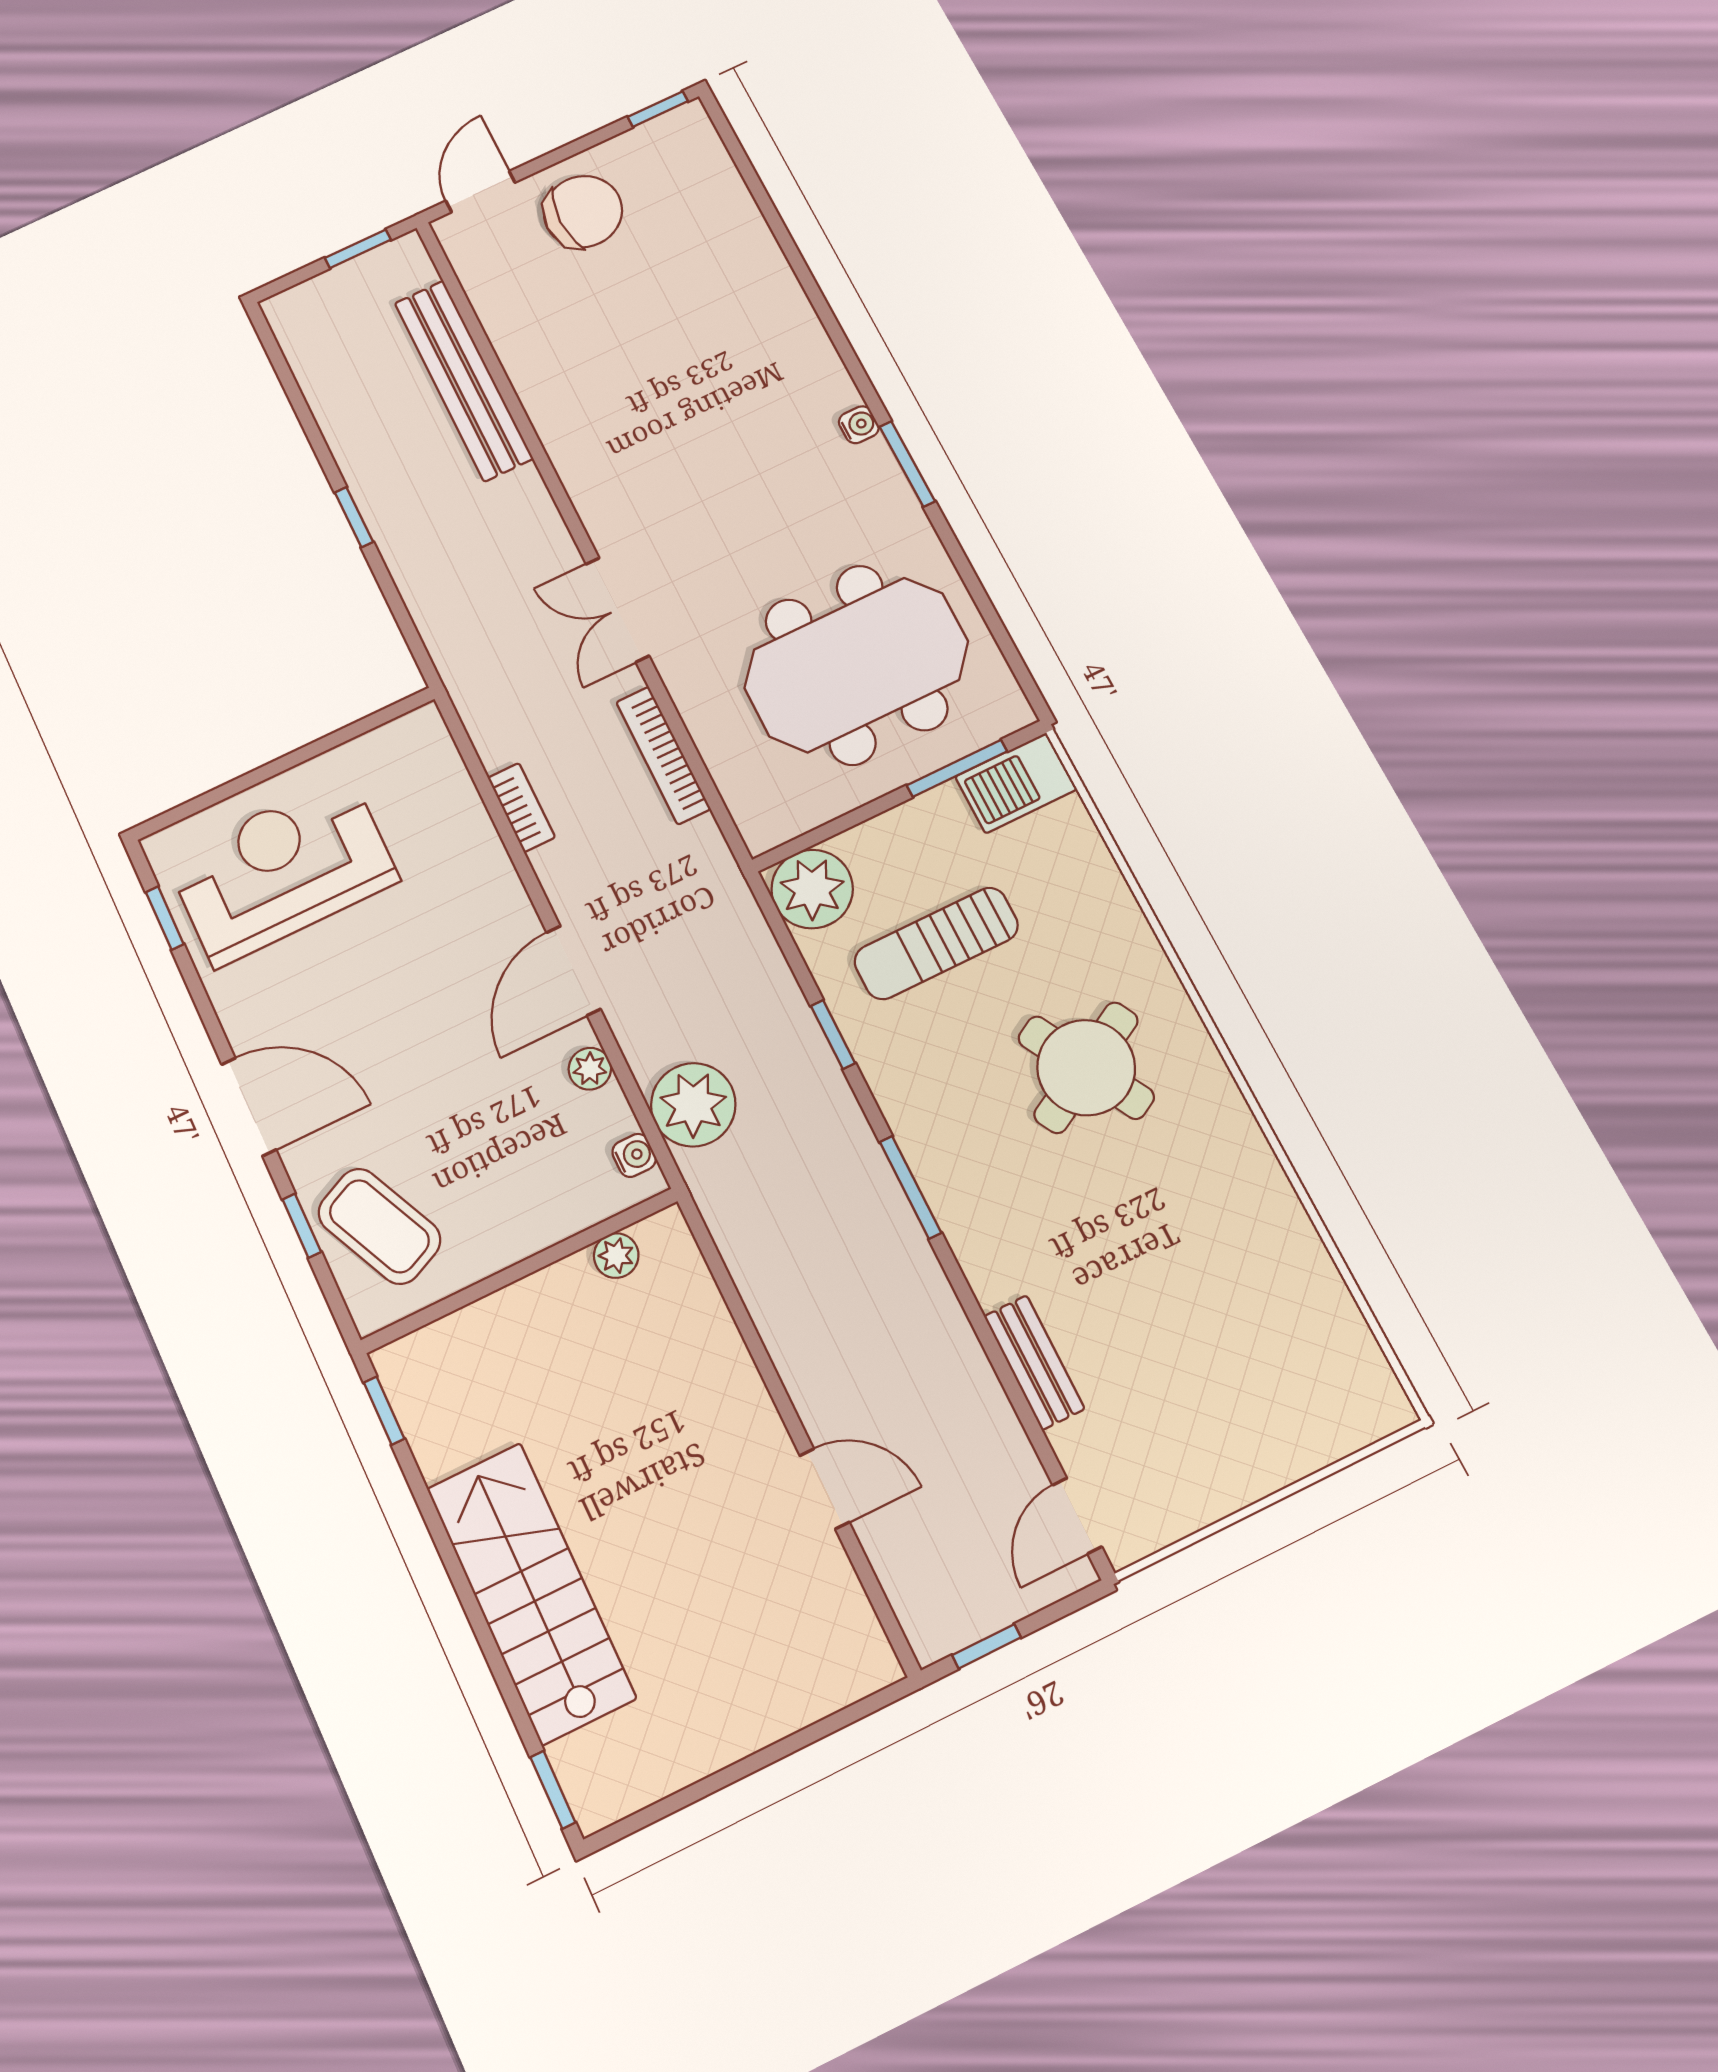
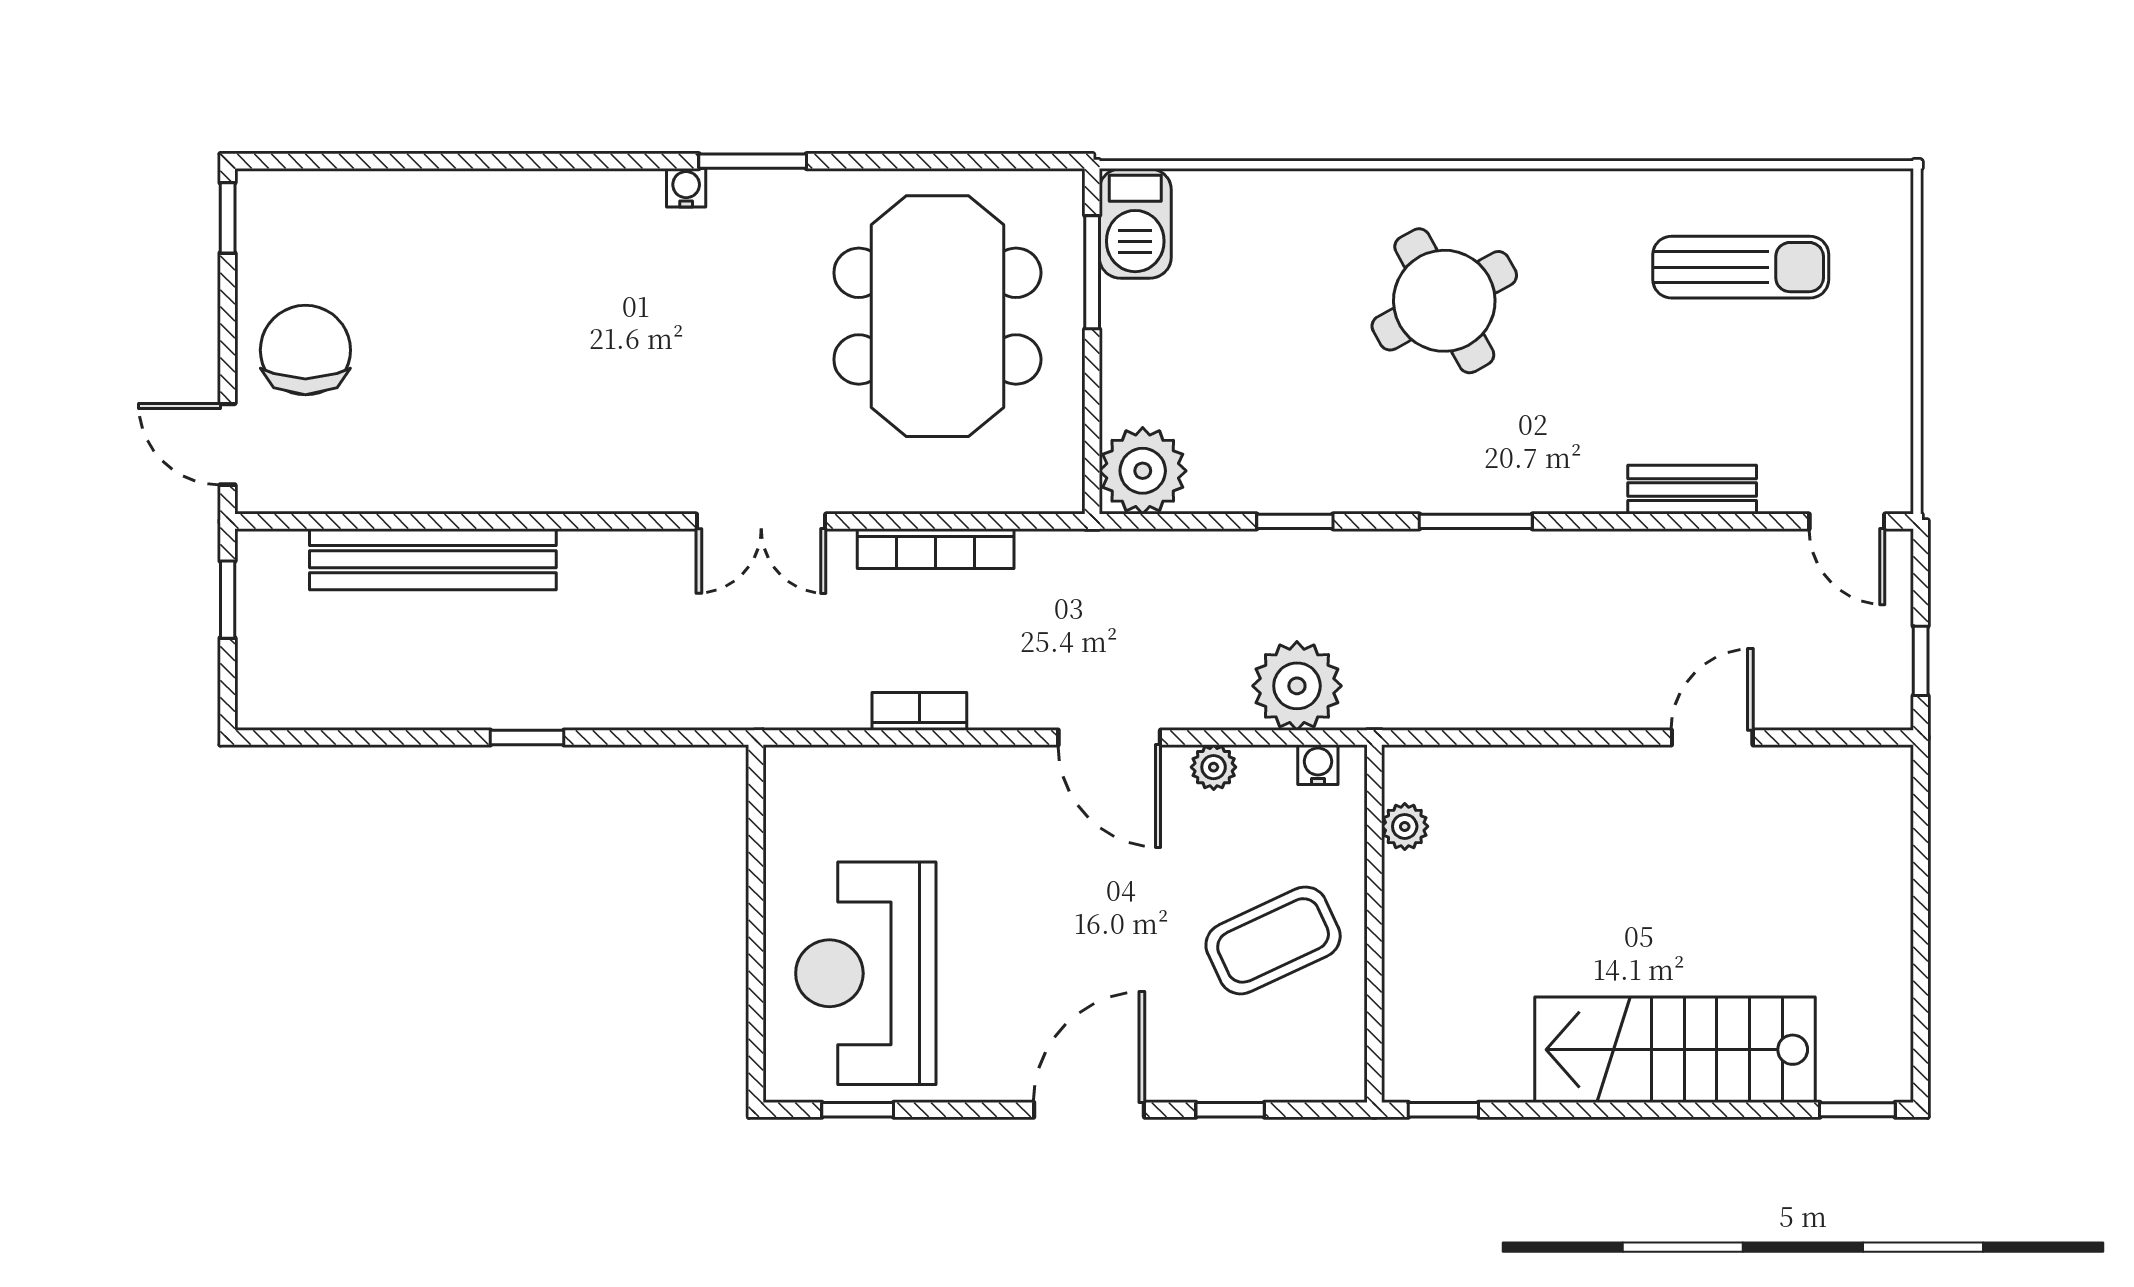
sun lounger: (936, 943) -> (1741, 267), moved, turned -90
coffee table: (379, 1226) -> (1273, 940), moved

